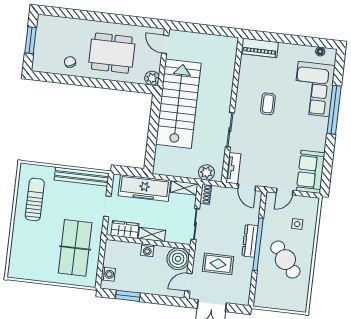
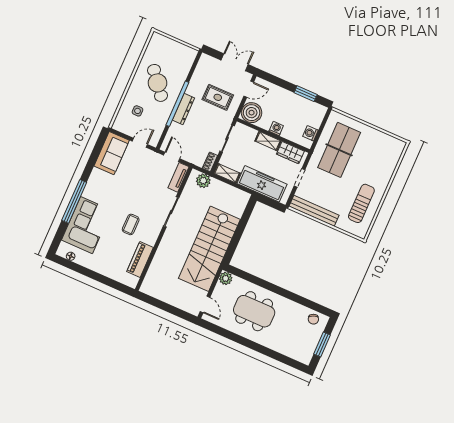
piano: (260, 48) -> (140, 260), moved, turned -90
chair: (70, 62) -> (313, 319), moved
sun lounger: (35, 199) -> (361, 203), turned 180
washing machine: (108, 274) -> (311, 133), moved

